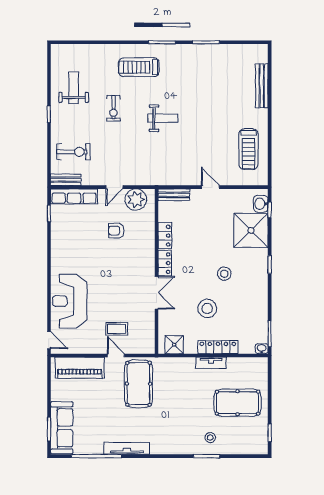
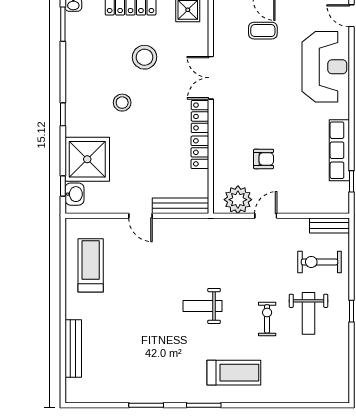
weight bench: (74, 88) -> (309, 313), moved
bench: (174, 195) -> (181, 206), width x1.36
row of seats: (74, 196) -> (339, 150), moved, turned -90

